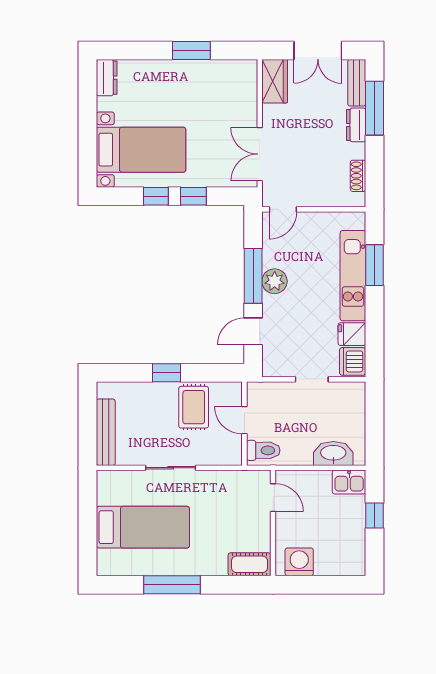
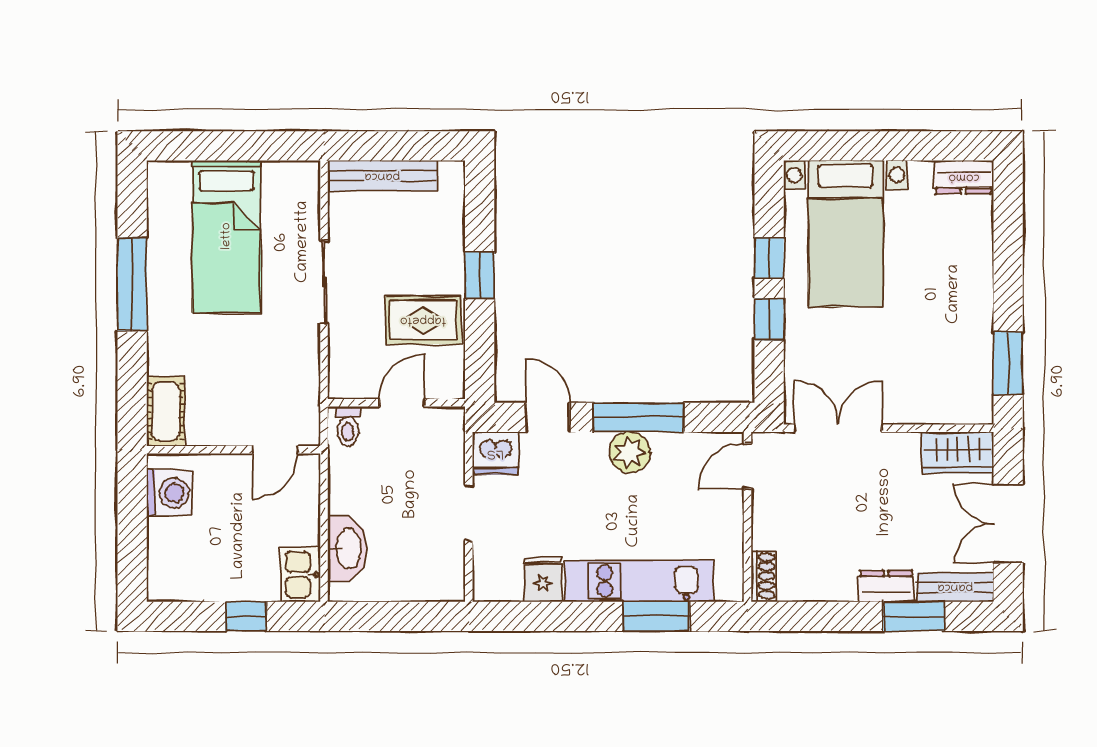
window: (191, 50) -> (1008, 363), moved
window: (375, 108) -> (914, 616), width x0.69
shoe rack: (358, 176) -> (764, 576), moved, turned 90
door: (283, 209) -> (747, 466), hinge flipped
dishwasher: (353, 361) -> (495, 453), moved, turned 180
toilet: (263, 450) -> (348, 426), width x0.73, depth x0.72

